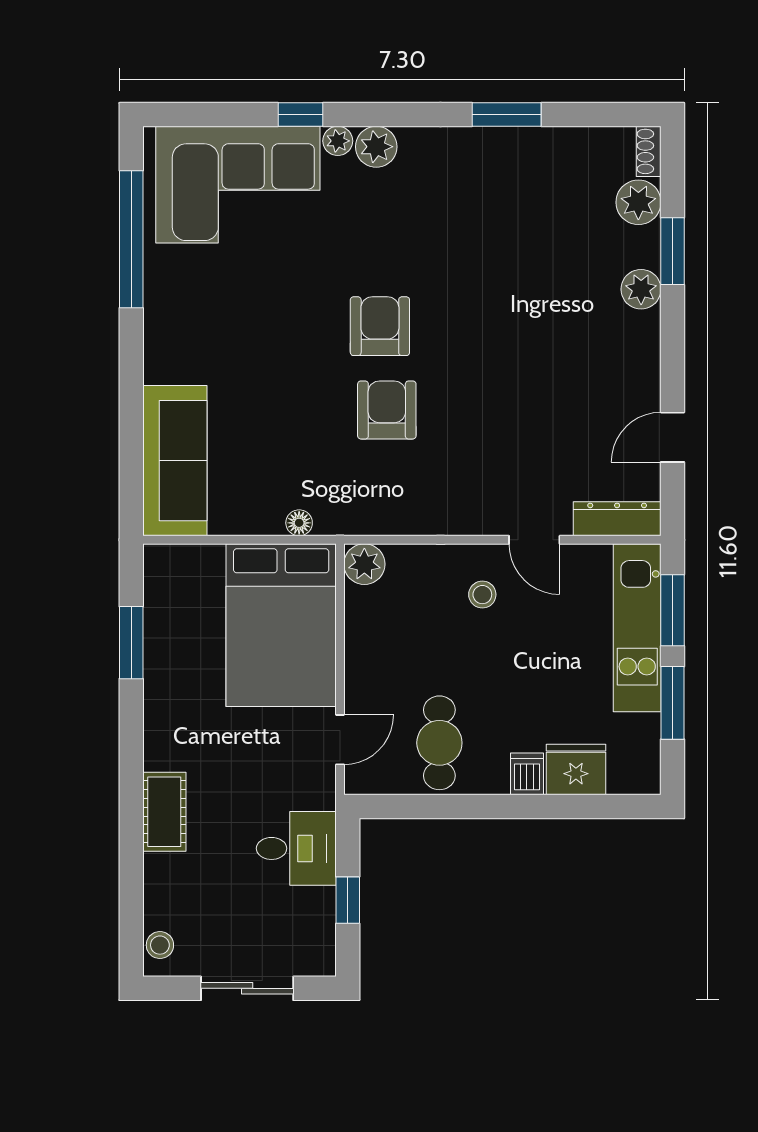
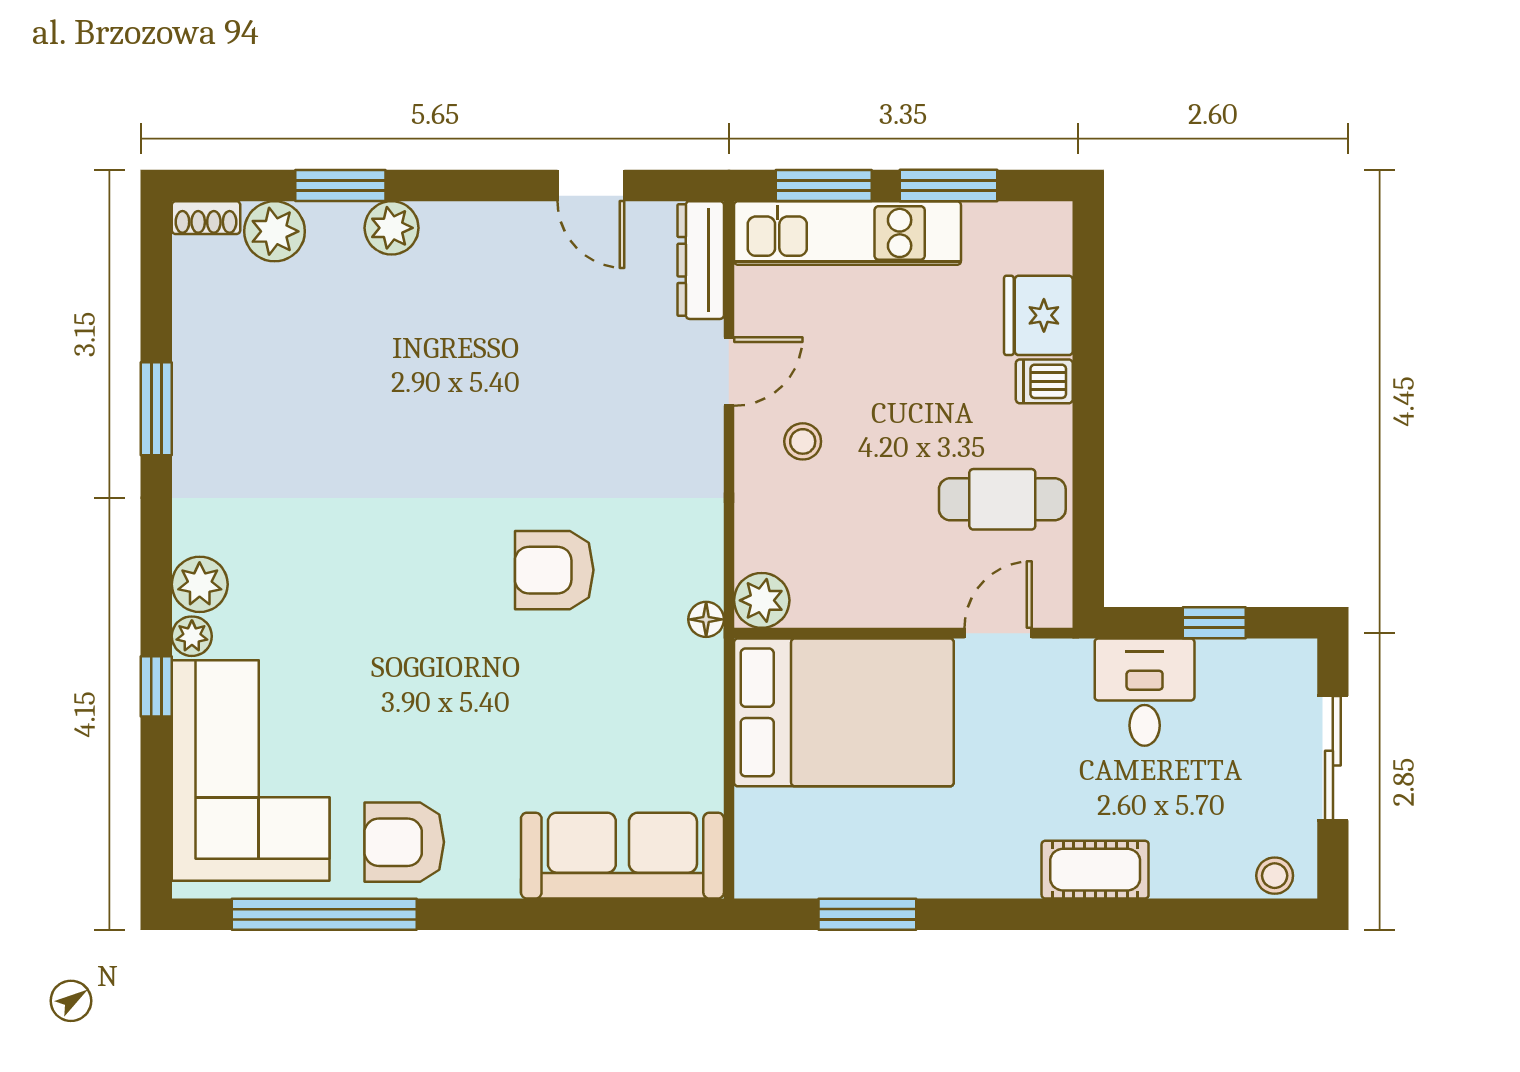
armchair: (380, 326) -> (404, 842), moved
floor lamp: (299, 523) -> (706, 619), moved
door: (340, 740) -> (998, 633), hinge flipped

